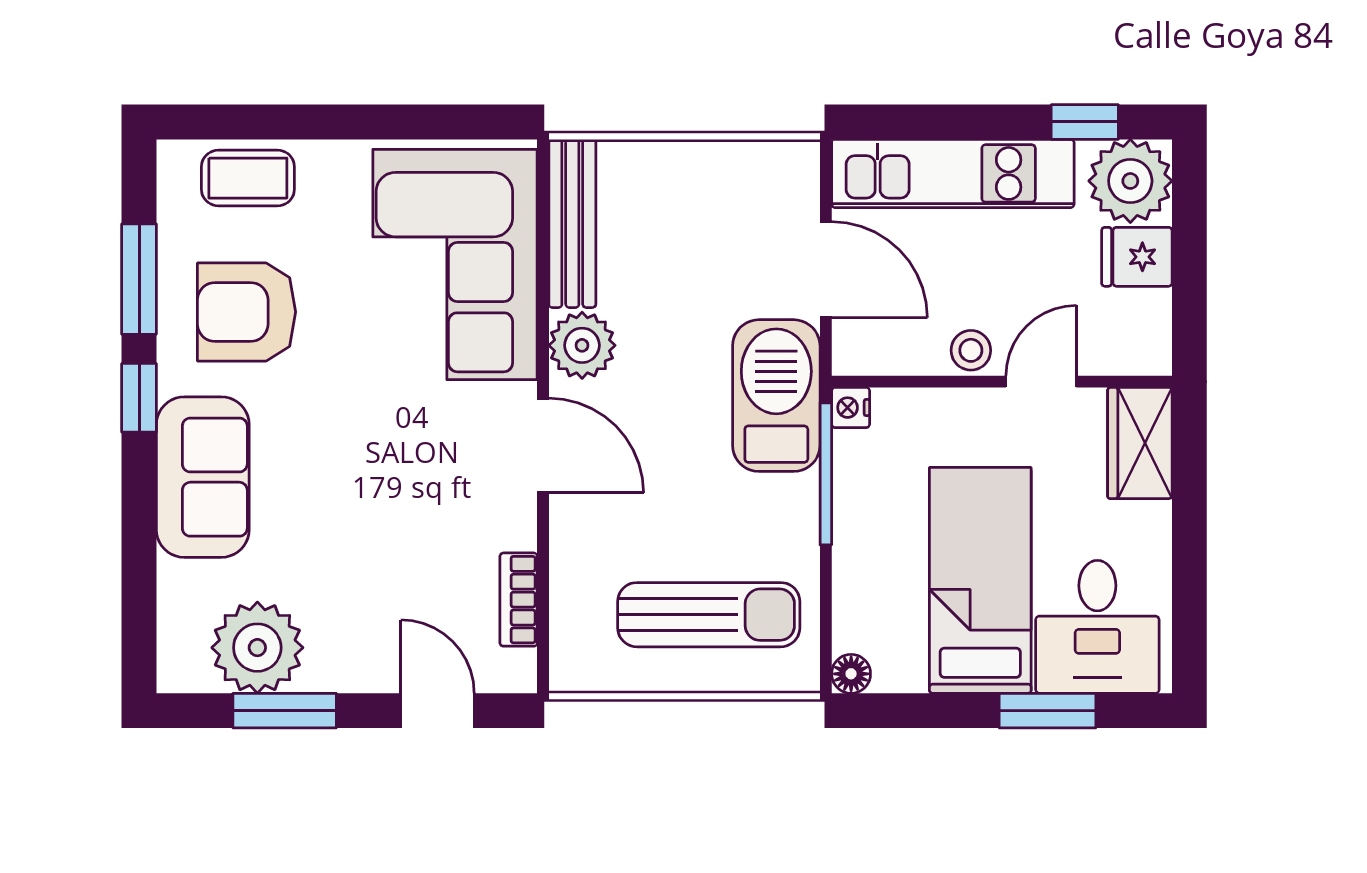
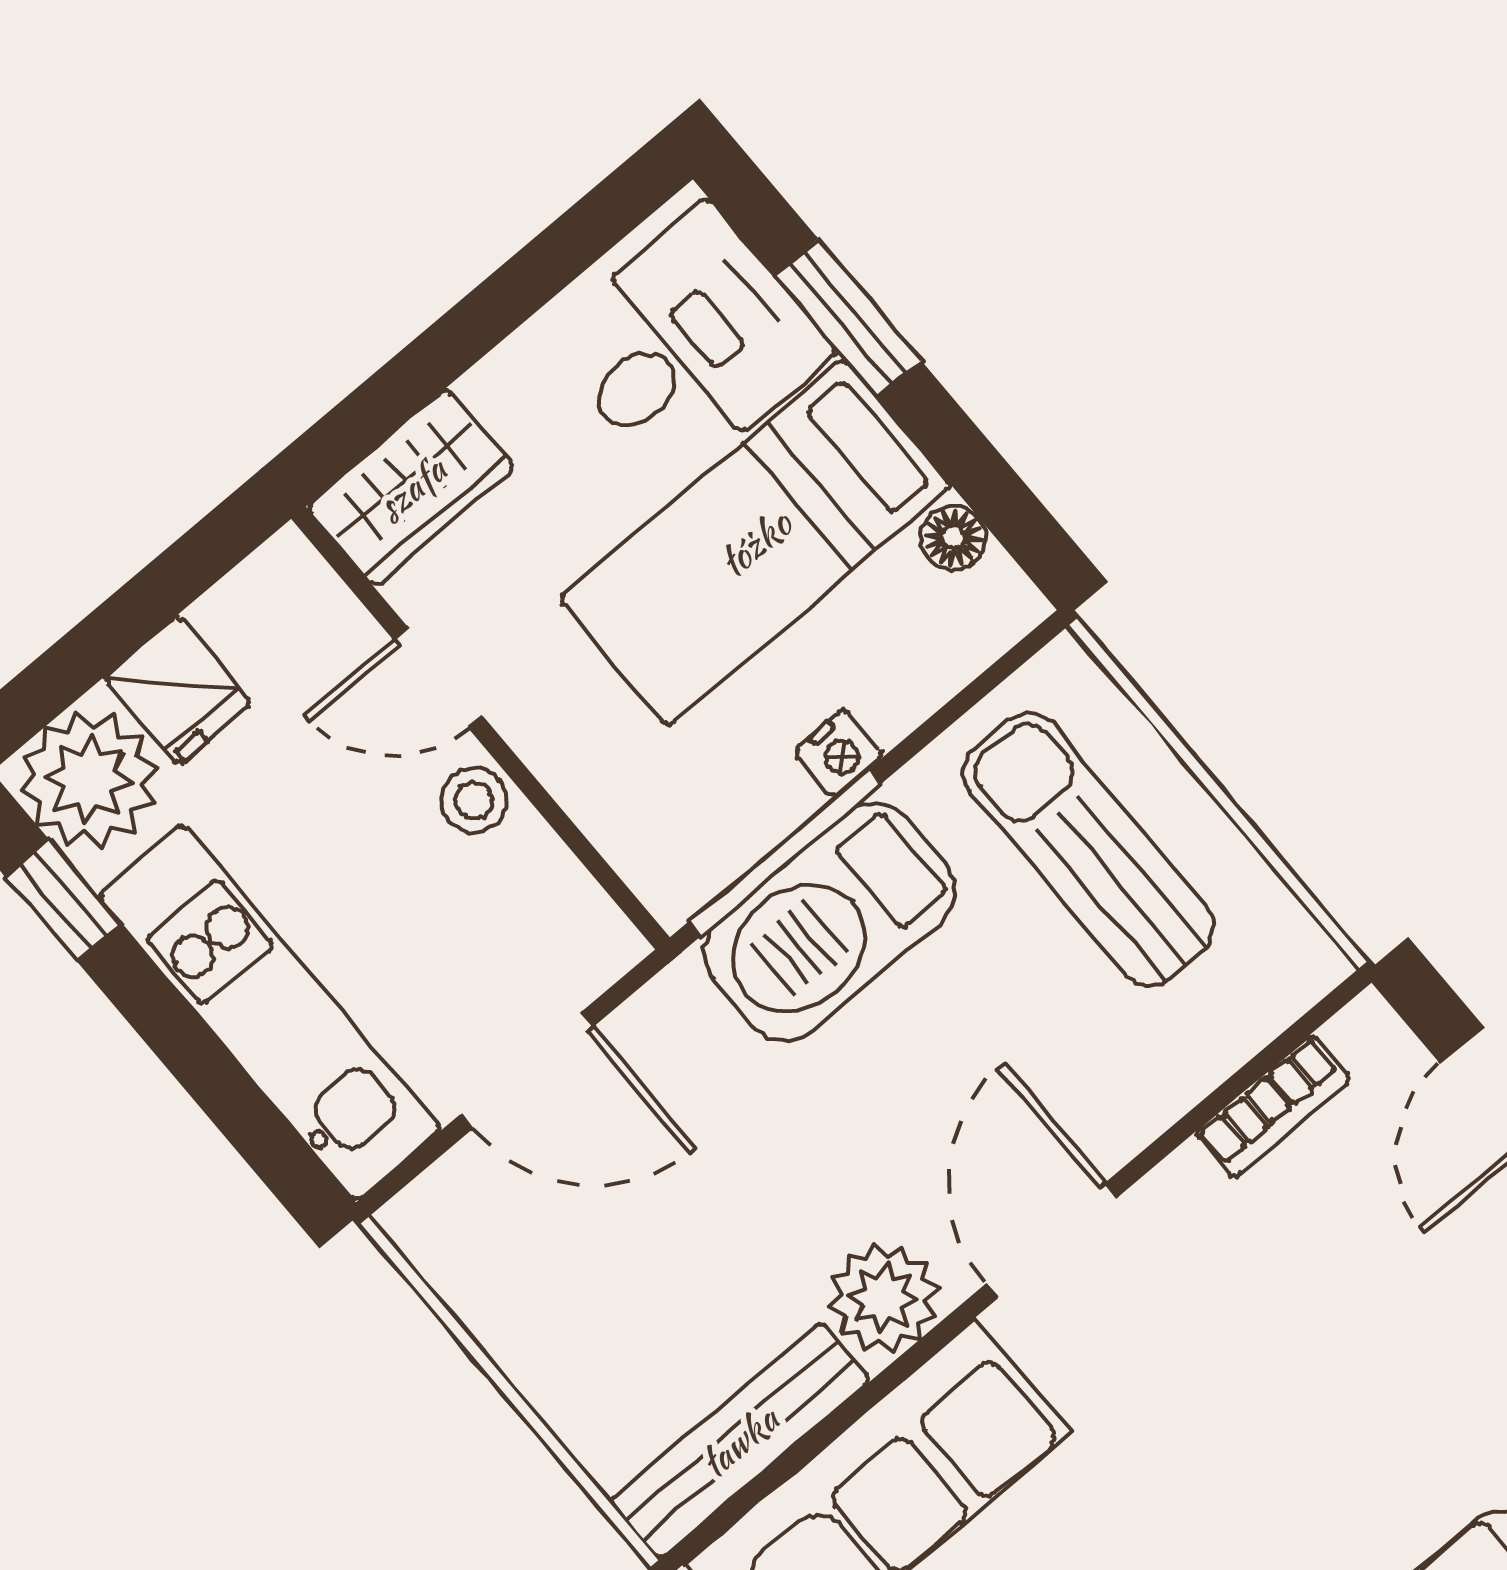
door: (826, 270) -> (527, 1070), swing flipped
barbecue: (776, 396) -> (830, 922), moved
nightstand: (851, 408) -> (839, 753), moved
floor lamp: (851, 674) -> (953, 538), moved

